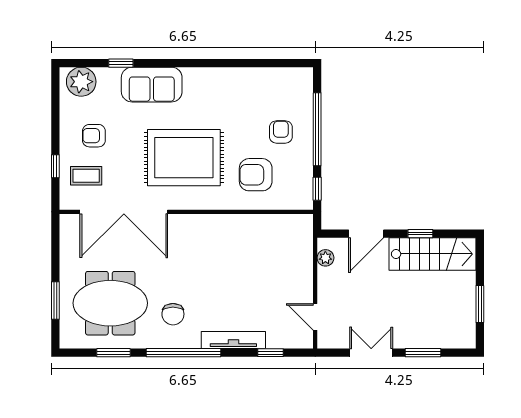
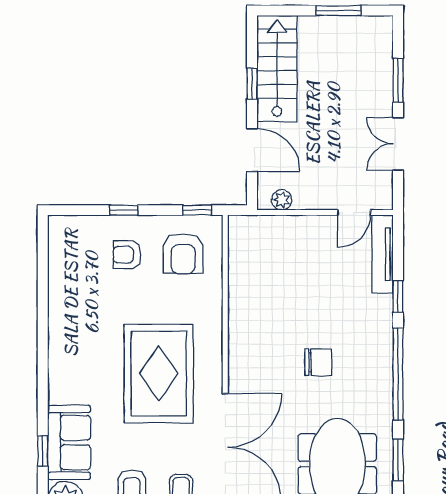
sofa: (152, 85) -> (69, 442), moved
window: (317, 129) -> (124, 210), width x0.32
armchair: (256, 175) -> (183, 254), moved
chair: (173, 314) -> (318, 362), moved
tv unit: (233, 340) -> (383, 254), moved
window: (271, 353) -> (398, 297), moved

